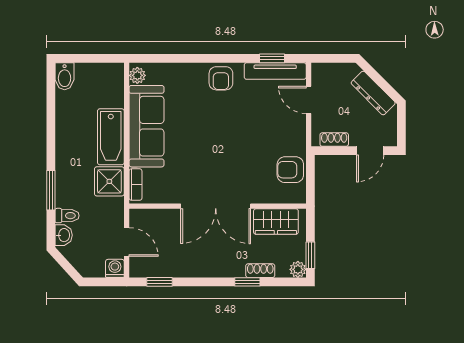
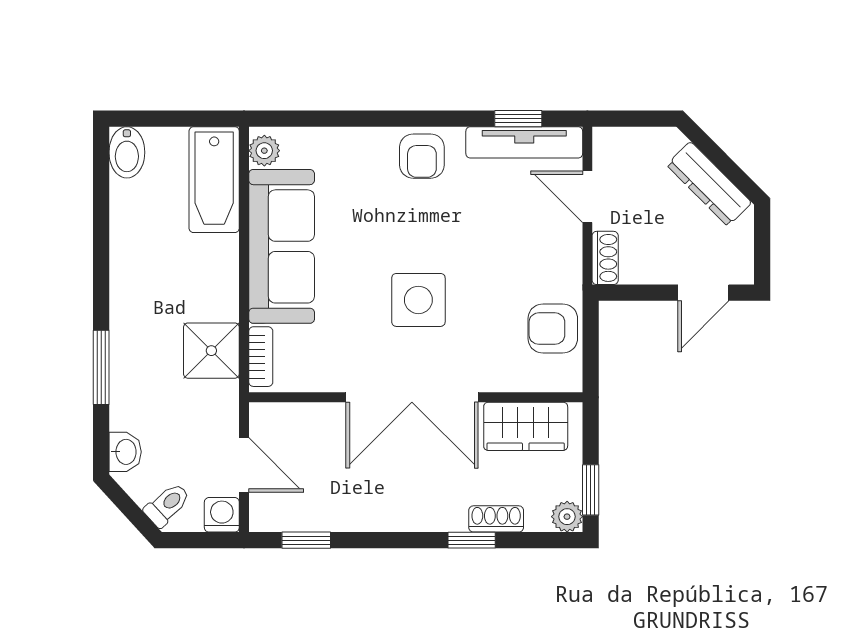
bathtub: (111, 137) -> (214, 180), moved
shoe rack: (334, 140) -> (605, 258), moved, turned 90
side table: (219, 155) -> (418, 300), added
toilet: (67, 216) -> (167, 505), moved, turned -42

